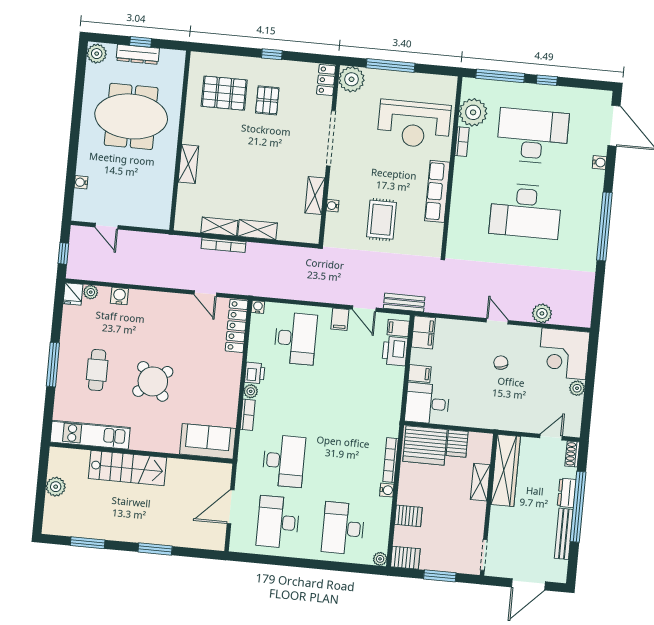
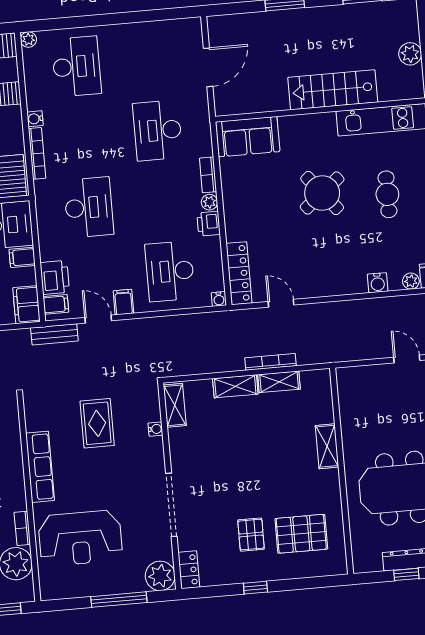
reception desk: (414, 124) -> (80, 538), turned 180
shelving: (315, 195) -> (175, 405), moved
desk: (278, 522) -> (89, 207), moved

